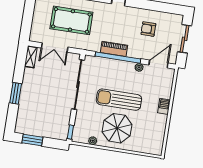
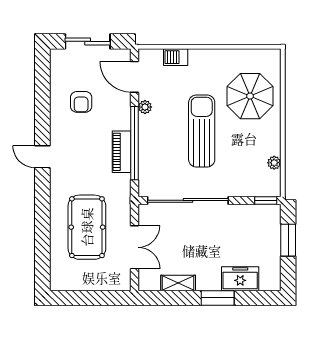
shelving: (31, 57) -> (178, 283), moved
sun lounger: (119, 100) -> (202, 131), turned 180
barbecue: (164, 106) -> (176, 57), moved
freezer: (25, 109) -> (240, 279), added
parasol: (117, 128) -> (250, 96), moved
window: (32, 140) -> (288, 240), moved

